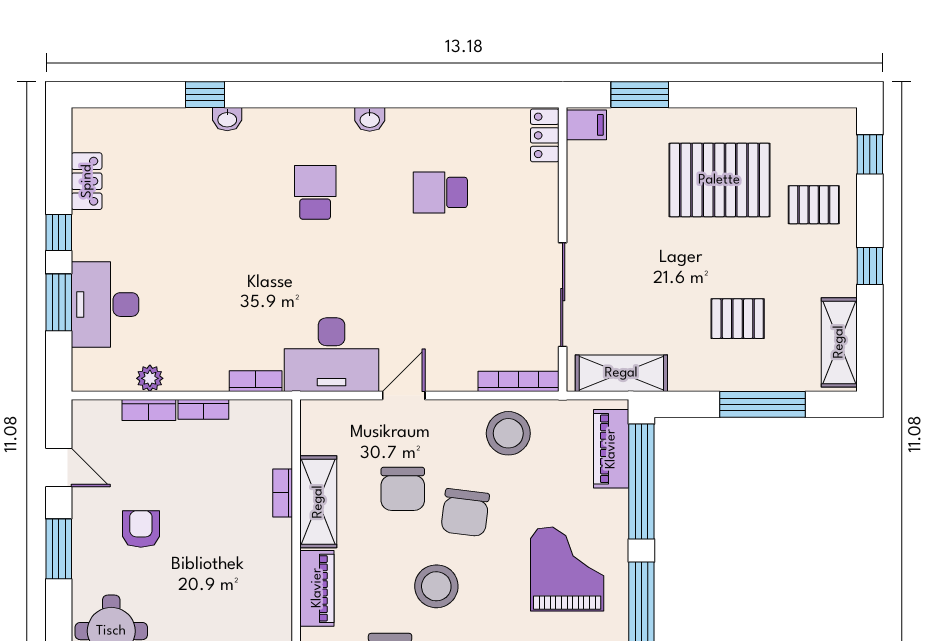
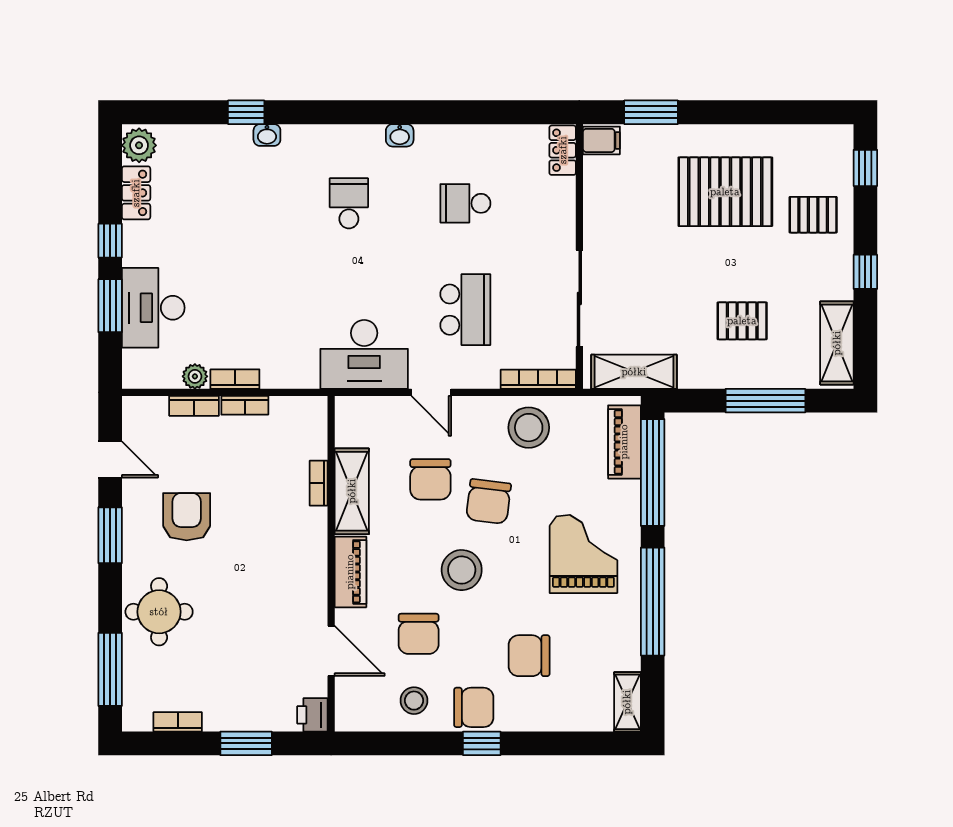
plant: (90, 130) -> (139, 145), added
school desk: (440, 307) -> (465, 310), added
bookcase: (256, 381) -> (235, 379), moved
door: (404, 395) -> (431, 392), swing flipped
armchair: (141, 529) -> (187, 517), width x1.38, depth x1.38

